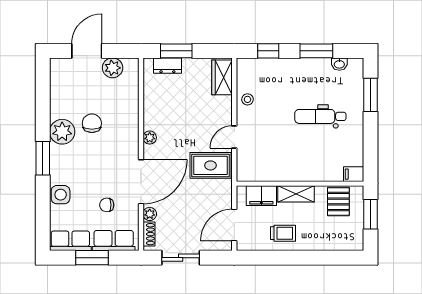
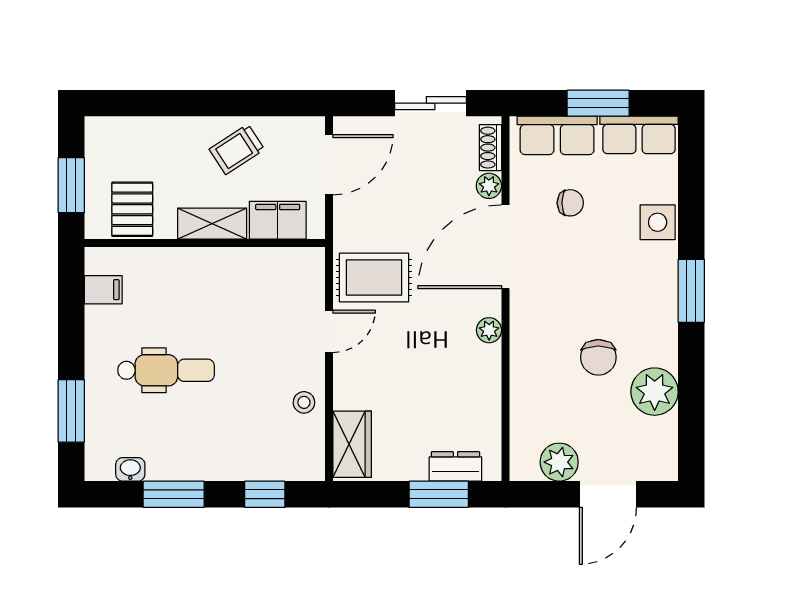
plant: (62, 132) -> (655, 392), moved
filing cabinet: (354, 174) -> (103, 290), moved
trolley: (283, 233) -> (237, 149), turned -33

